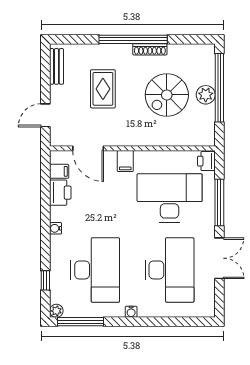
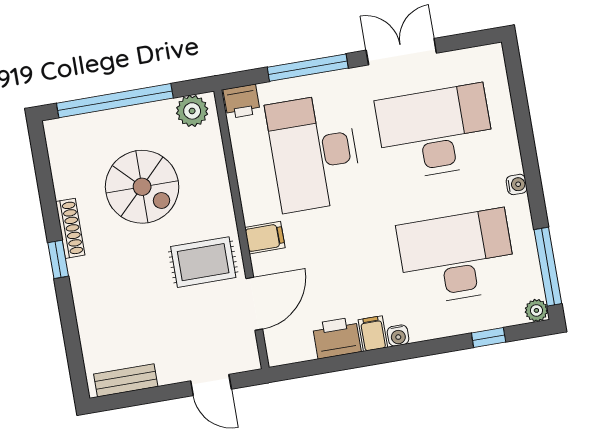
window: (133, 39) -> (58, 259), width x0.32
rug: (103, 89) -> (203, 262), moved
plant: (206, 95) -> (192, 111), moved
filing cabinet: (59, 171) -> (373, 334), moved

